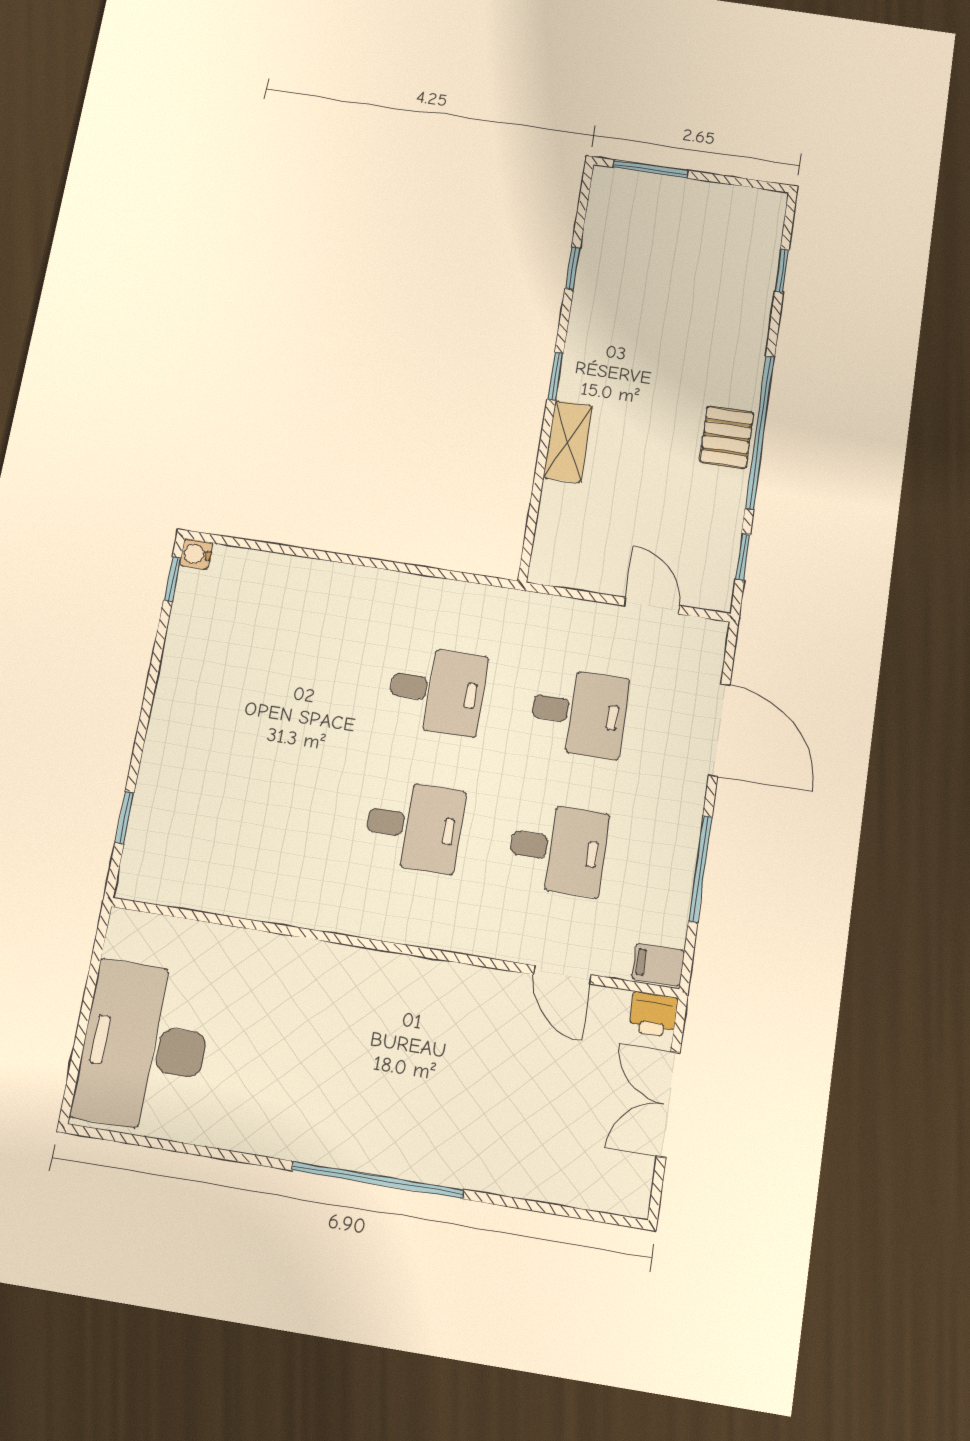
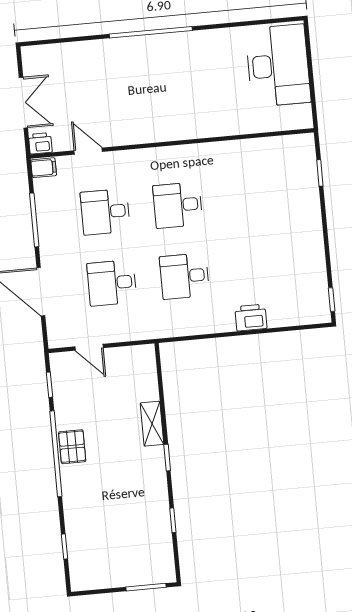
water cooler: (196, 554) -> (323, 316), removed
printer: (333, 584) -> (251, 318), added

